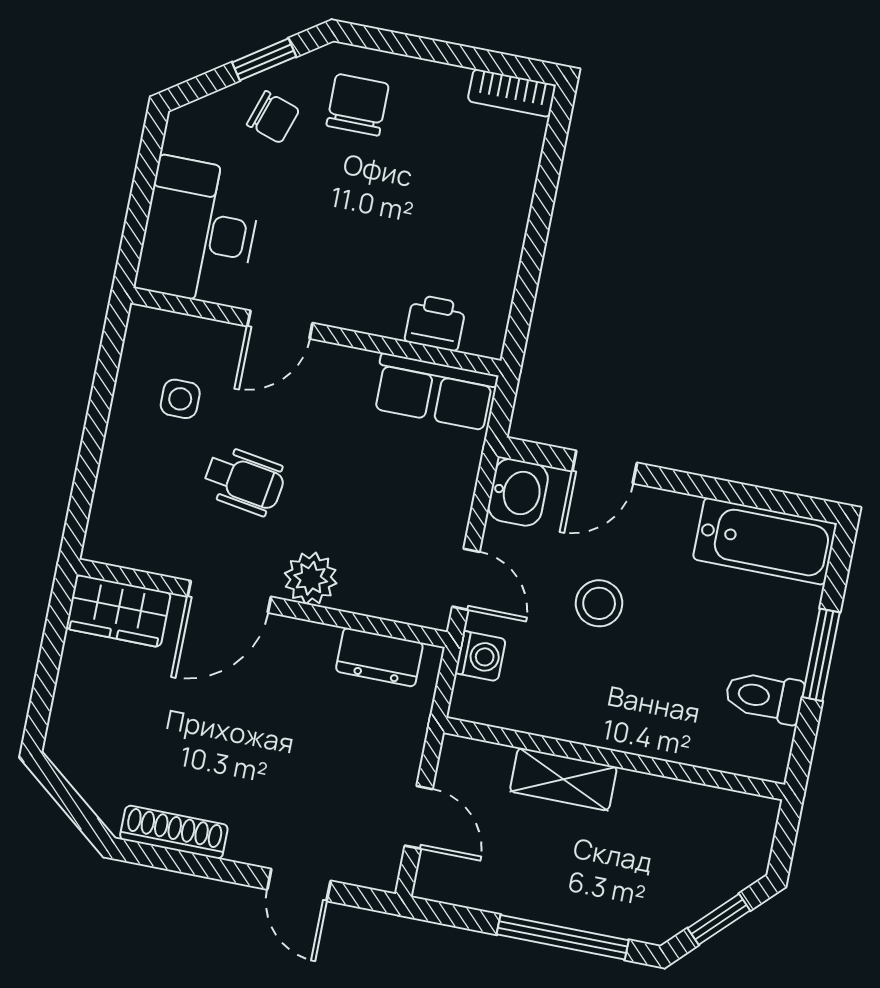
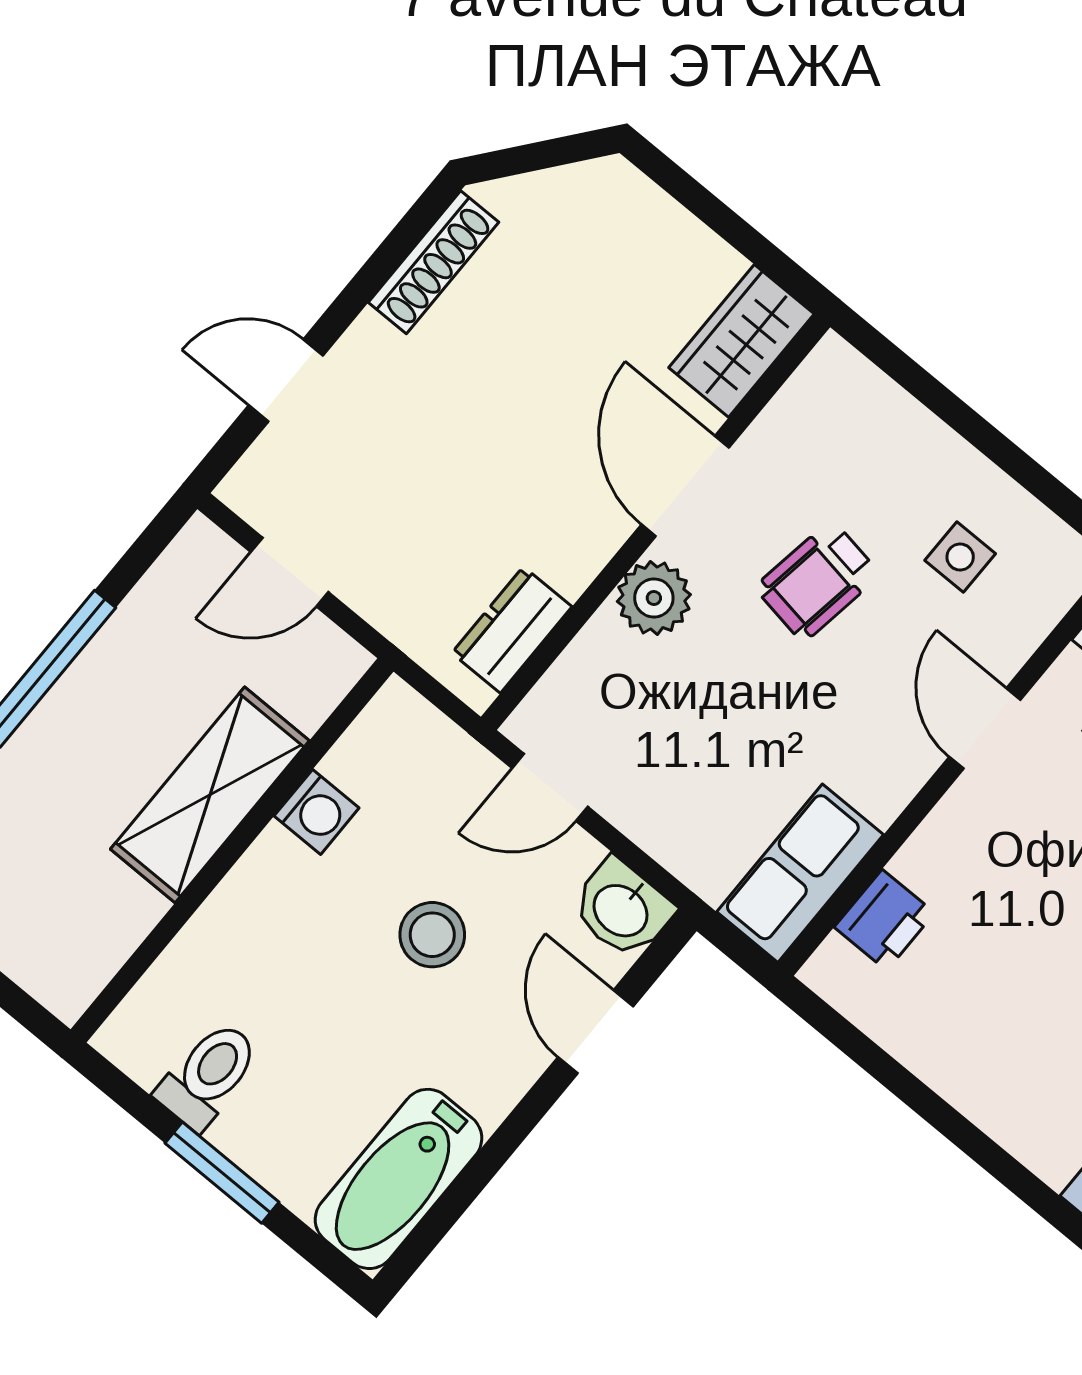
washing machine: (480, 656) -> (317, 812), moved, turned -90
shelving: (563, 779) -> (210, 795), width x1.50, depth x1.33

